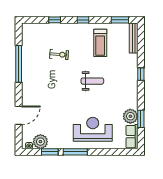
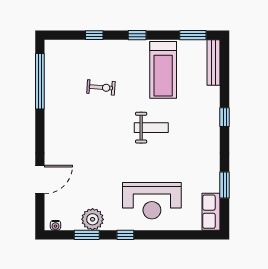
treadmill: (100, 43) -> (163, 70), width x1.37, depth x1.38
window: (19, 64) -> (40, 81), moved
plant: (130, 116) -> (209, 181), removed
reception desk: (93, 129) -> (152, 201), turned 180
plant: (40, 142) -> (93, 219), moved
window: (75, 152) -> (125, 235), width x0.46

